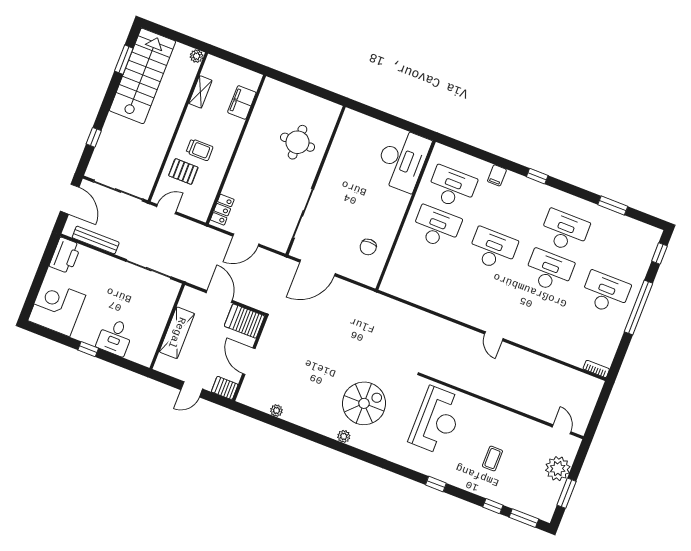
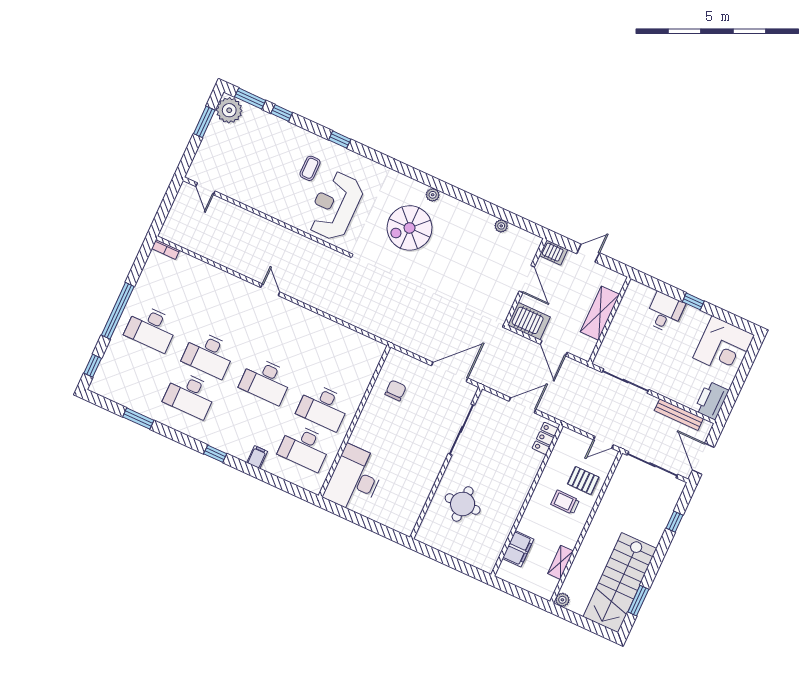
coffee table: (492, 459) -> (310, 168), moved
plant: (558, 469) -> (229, 110), moved

